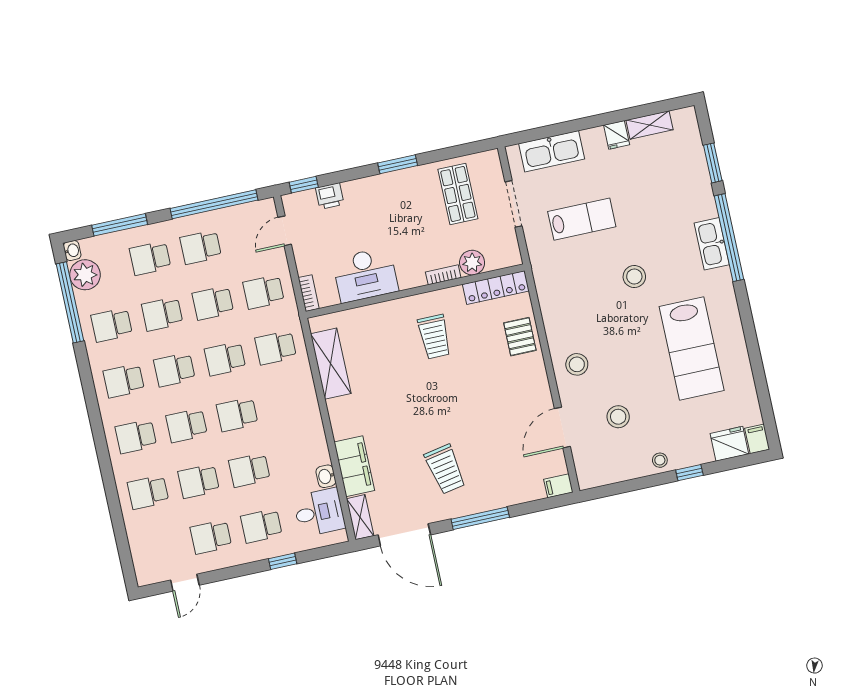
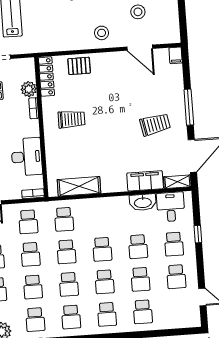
washbasin: (326, 476) -> (143, 202), width x1.91, depth x1.45

